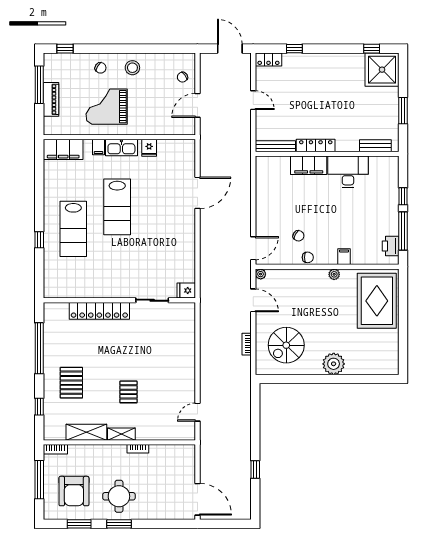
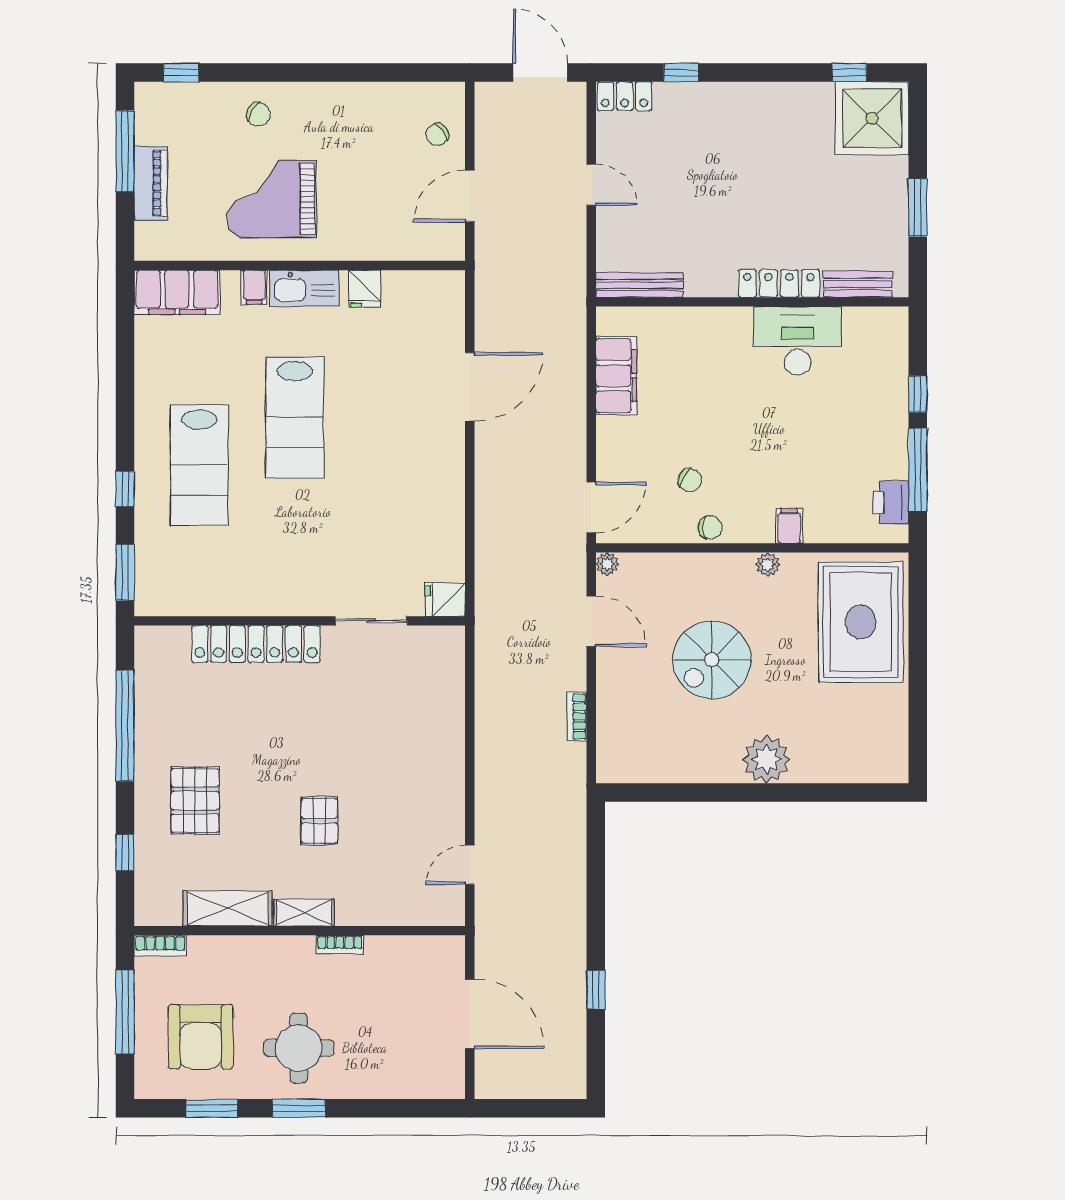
stool: (132, 68) -> (328, 114), removed
locker: (316, 145) -> (779, 283), moved
filing cabinet: (309, 165) -> (616, 376), moved, turned -90
window: (39, 278) -> (125, 572), added
spiral stairs: (286, 345) -> (712, 660), moved
door: (197, 499) -> (470, 1014), moved

